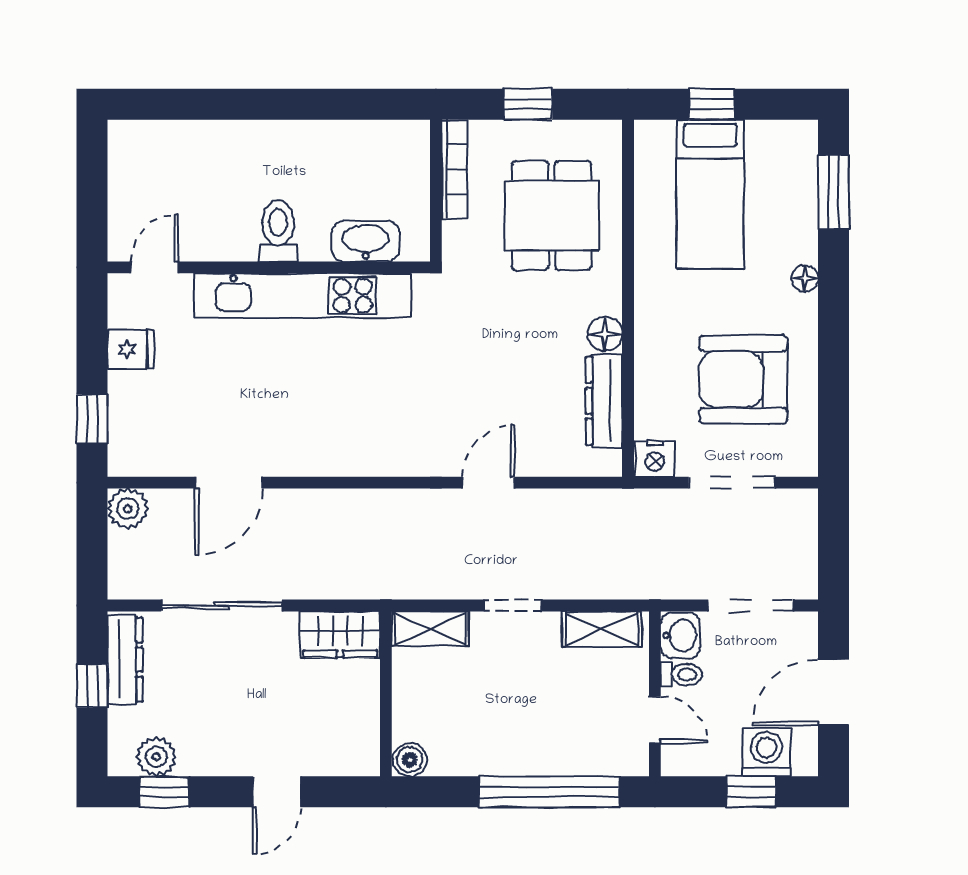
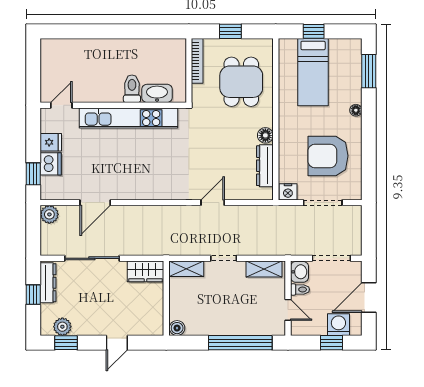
toilet: (278, 231) -> (132, 89), moved
dishwasher: (131, 397) -> (51, 164), added

